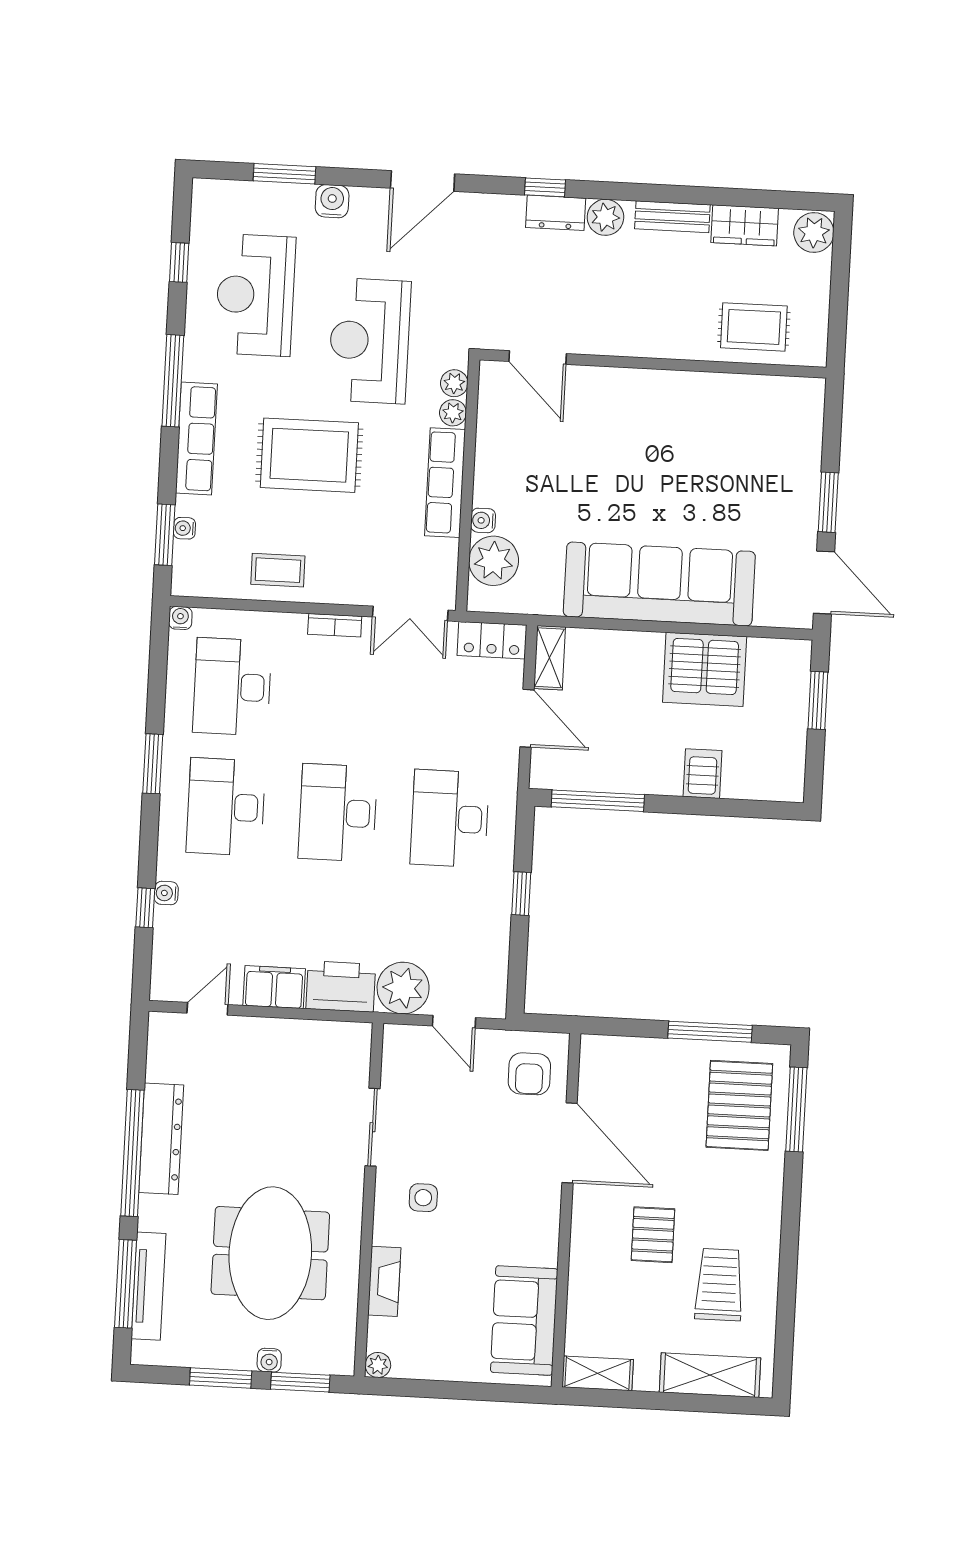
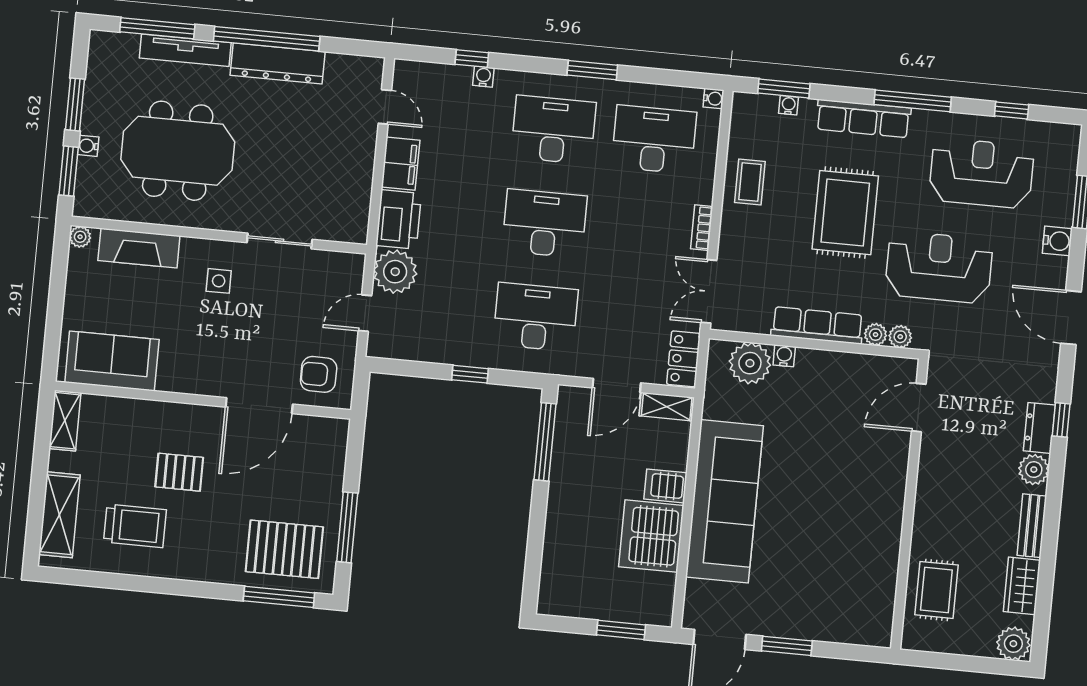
server rack: (703, 774) -> (665, 486), moved, turned 180
fireplace: (384, 1281) -> (139, 248), width x1.37, depth x1.32
tv unit: (148, 1286) -> (185, 50), moved

